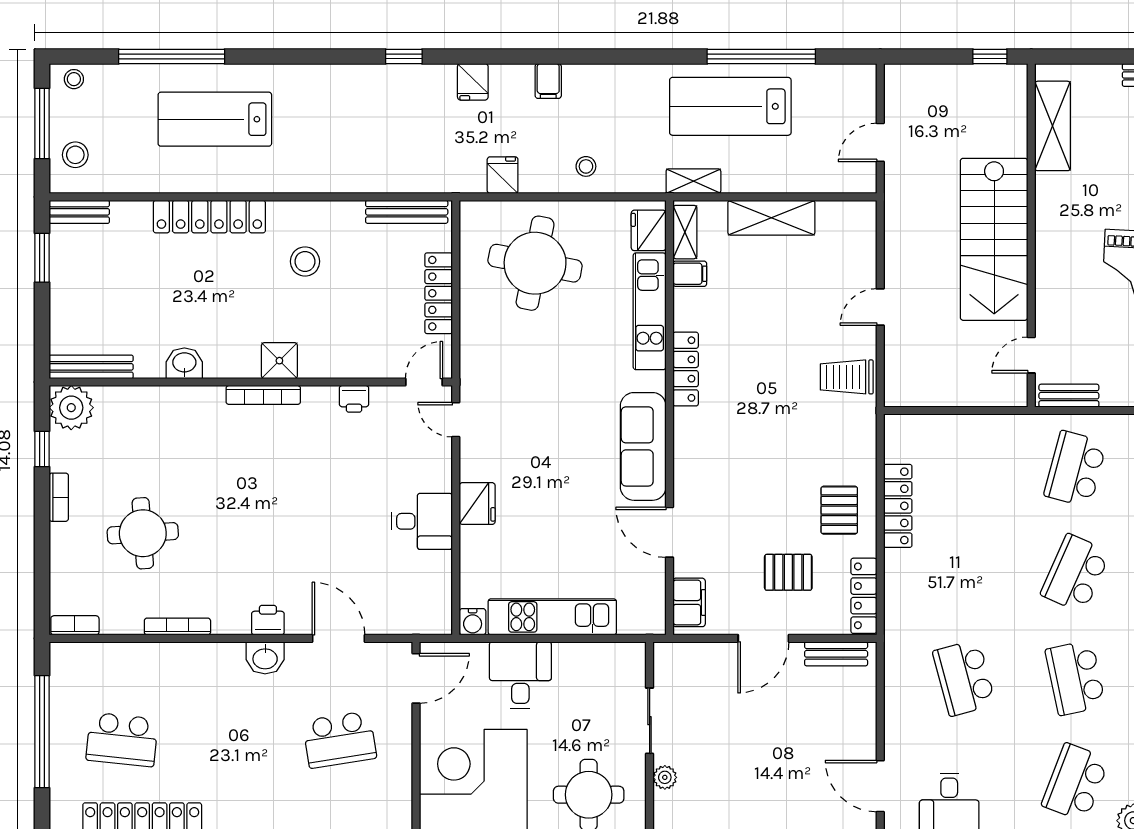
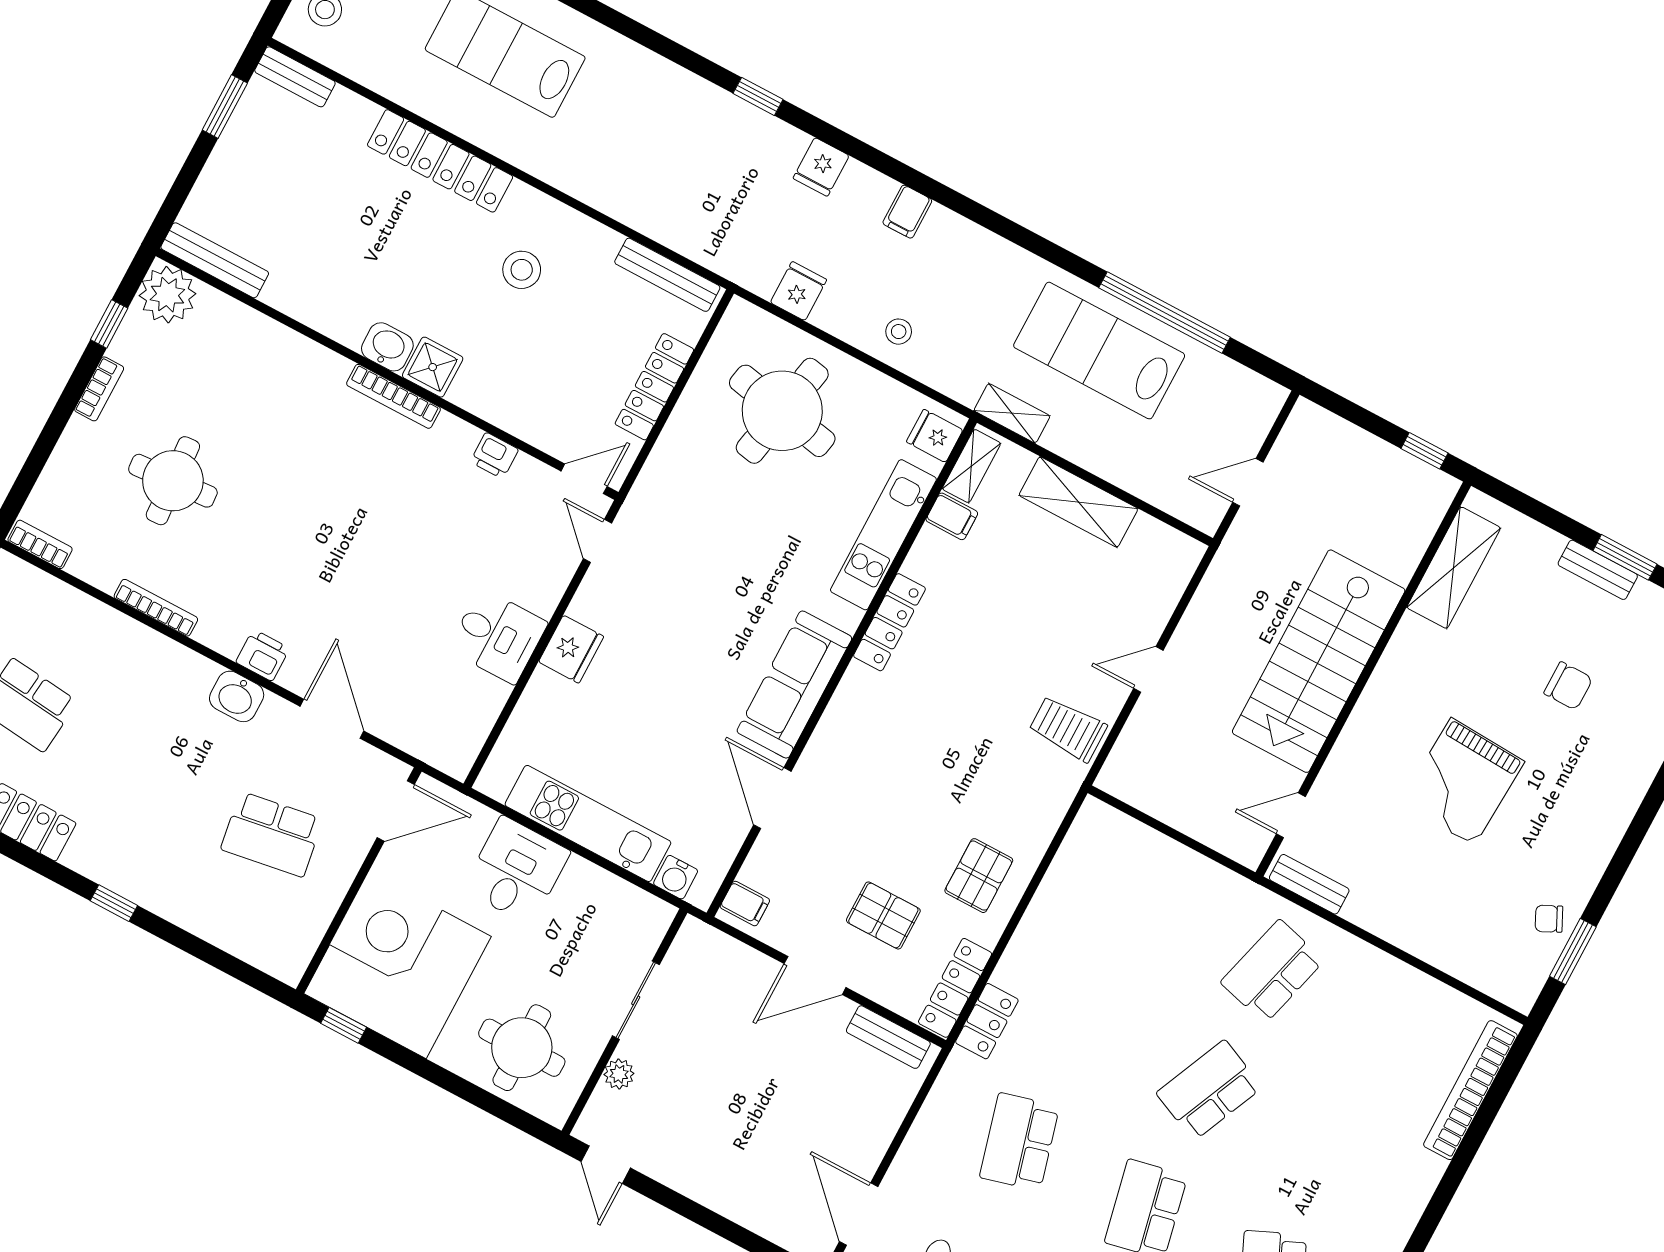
fridge: (649, 230) -> (935, 436), width x0.72
washbasin: (184, 363) -> (387, 347), moved
locker: (898, 506) -> (987, 1021), moved, width x0.66
filing cabinet: (689, 602) -> (745, 904), width x0.50
water cooler: (473, 622) -> (676, 877), moved

